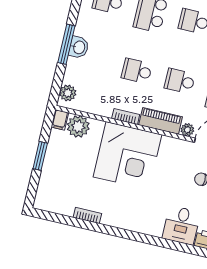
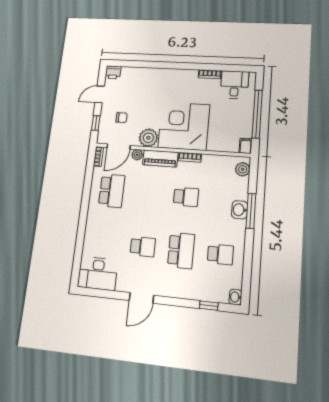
school desk: (180, 81) -> (148, 194), removed
plant: (78, 126) -> (148, 138), moved
window: (40, 156) -> (257, 114), width x2.11
desk: (181, 225) -> (234, 85), moved

